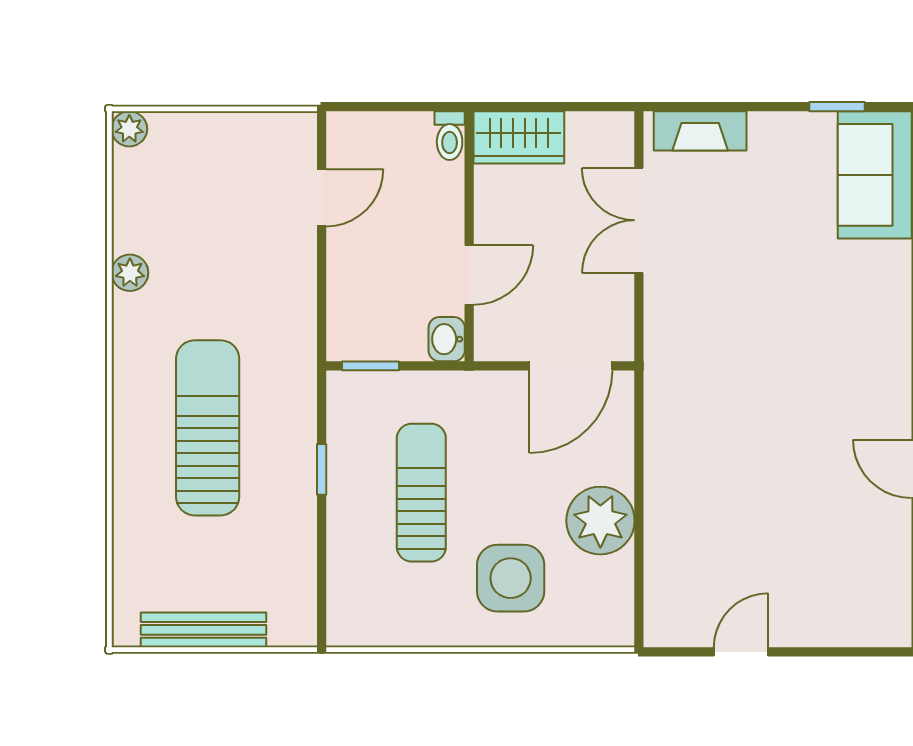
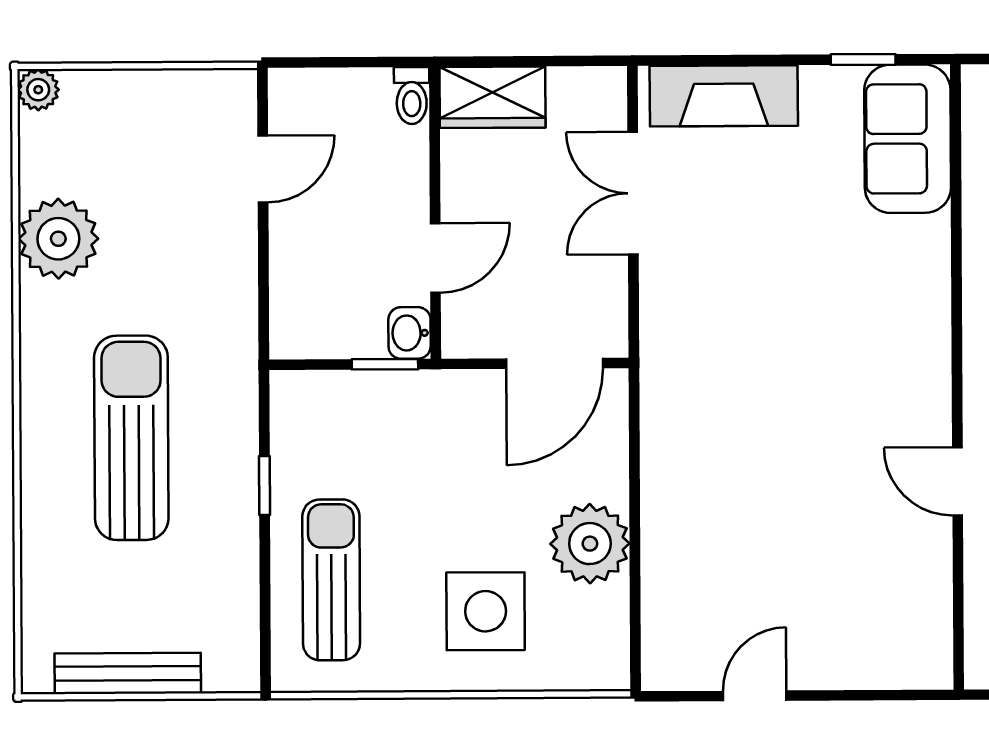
fireplace: (700, 131) -> (724, 96), width x1.37, depth x1.32
plant: (130, 273) -> (58, 239), width x1.87, depth x1.87
window: (371, 366) -> (385, 364), moved
sun lounger: (421, 493) -> (331, 580), moved

